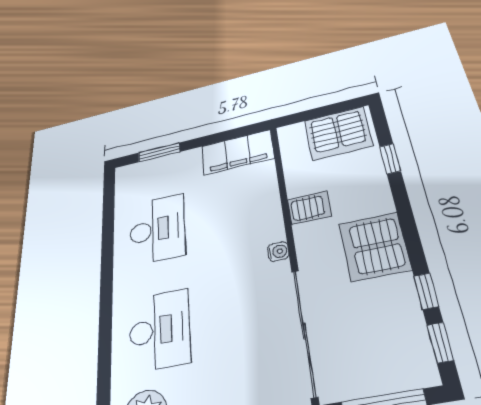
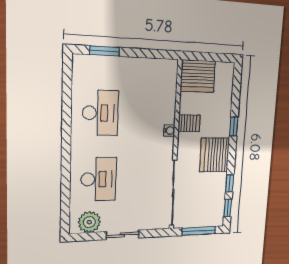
server rack: (338, 133) -> (198, 76), moved
filing cabinet: (237, 152) -> (156, 70), removed
window: (390, 159) -> (234, 126), moved
water cooler: (278, 251) -> (169, 131), moved

